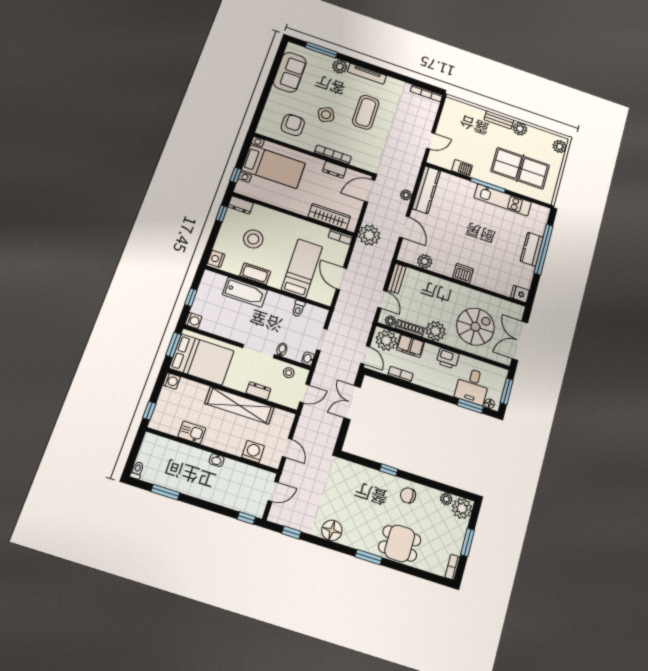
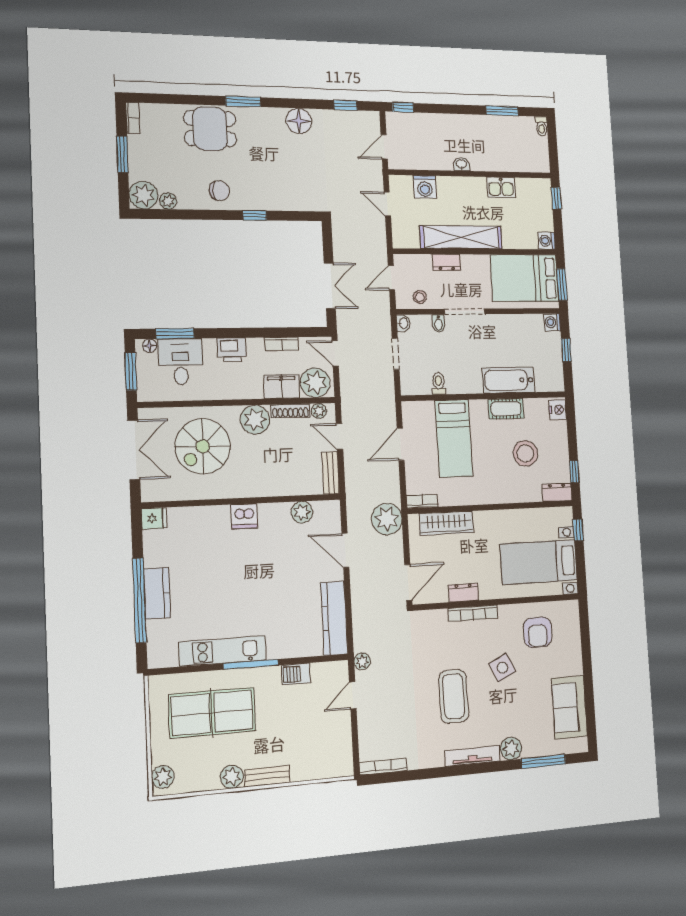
plant: (406, 195) -> (362, 661), moved
door: (341, 279) -> (401, 444), swing flipped
printer: (448, 358) -> (232, 350), moved, turned 180

